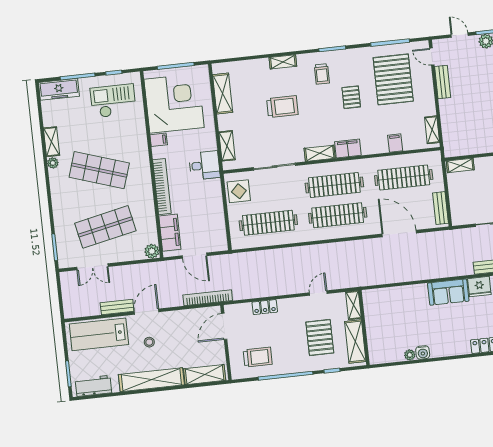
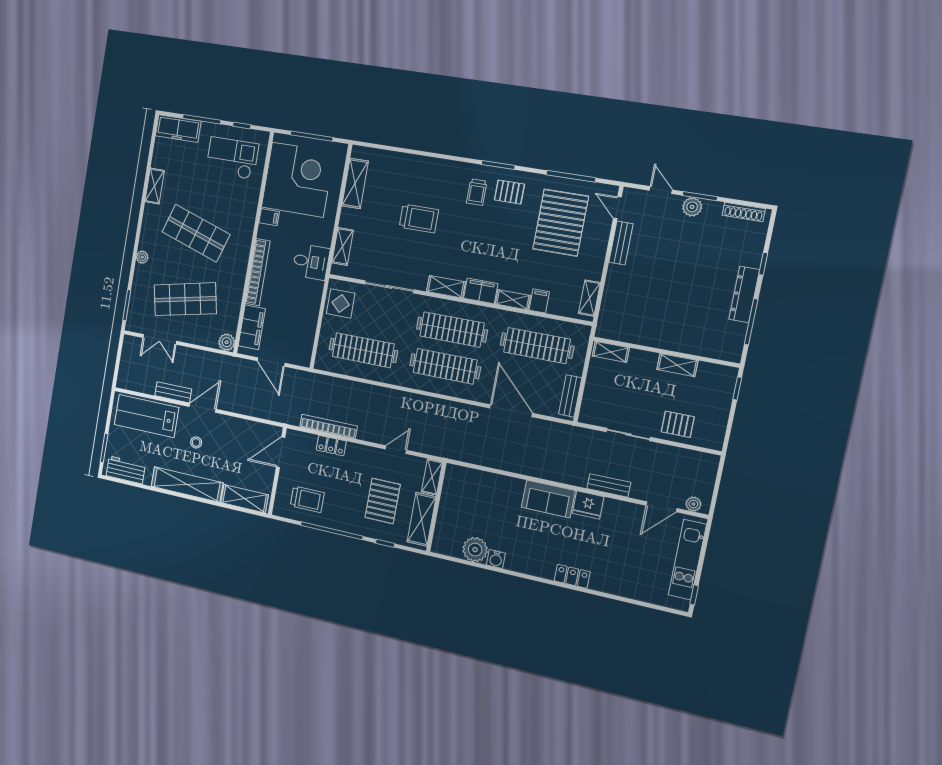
shelving: (283, 62) -> (513, 300), moved
pallet: (351, 97) -> (509, 192), moved, turned 90
plant: (53, 163) -> (142, 257), moved
bookcase: (208, 298) -> (329, 426), moved
plant: (410, 355) -> (475, 550), width x1.88, depth x1.88

